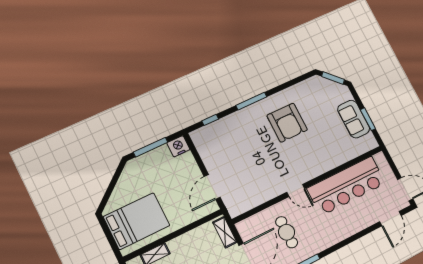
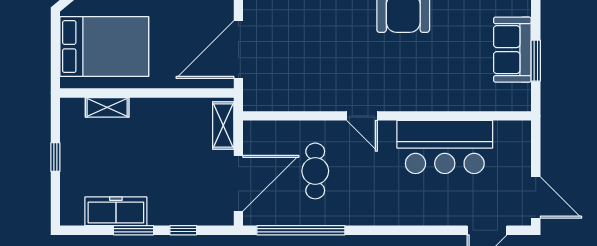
bar counter: (347, 186) -> (445, 147), width x0.73
door: (212, 187) -> (238, 50), width x1.36

